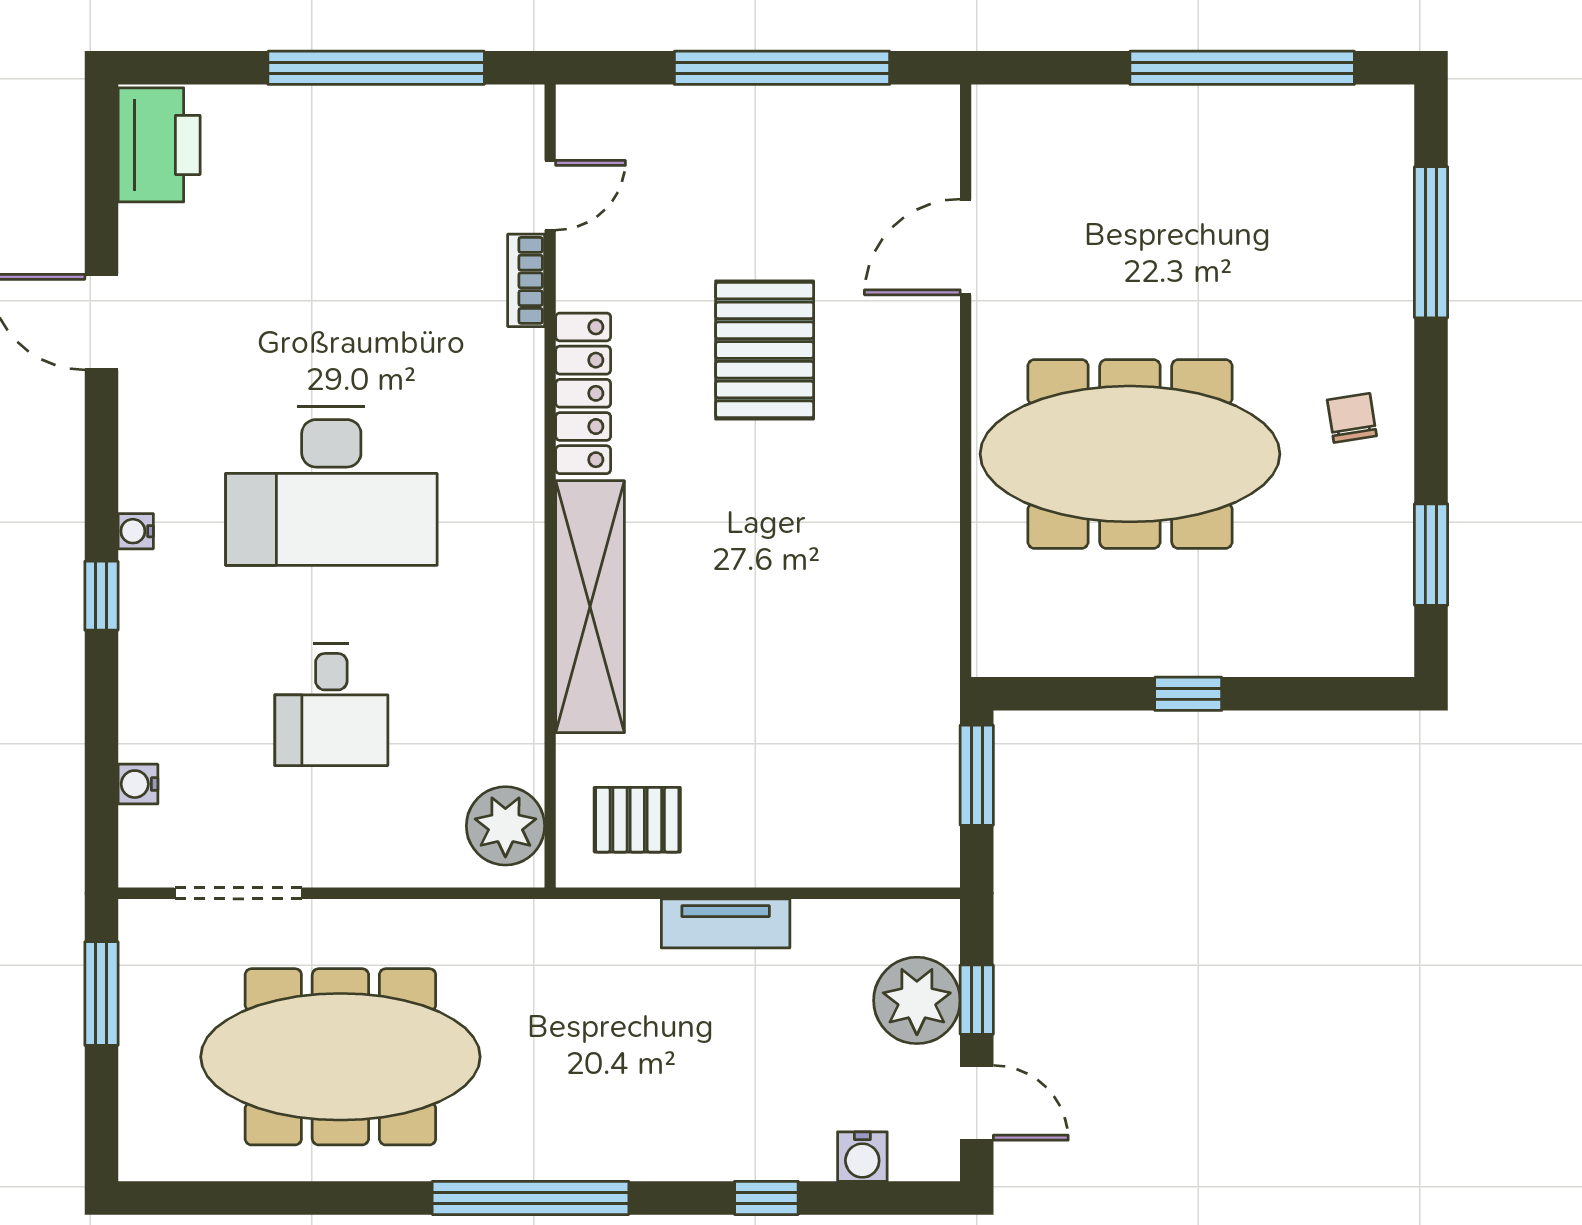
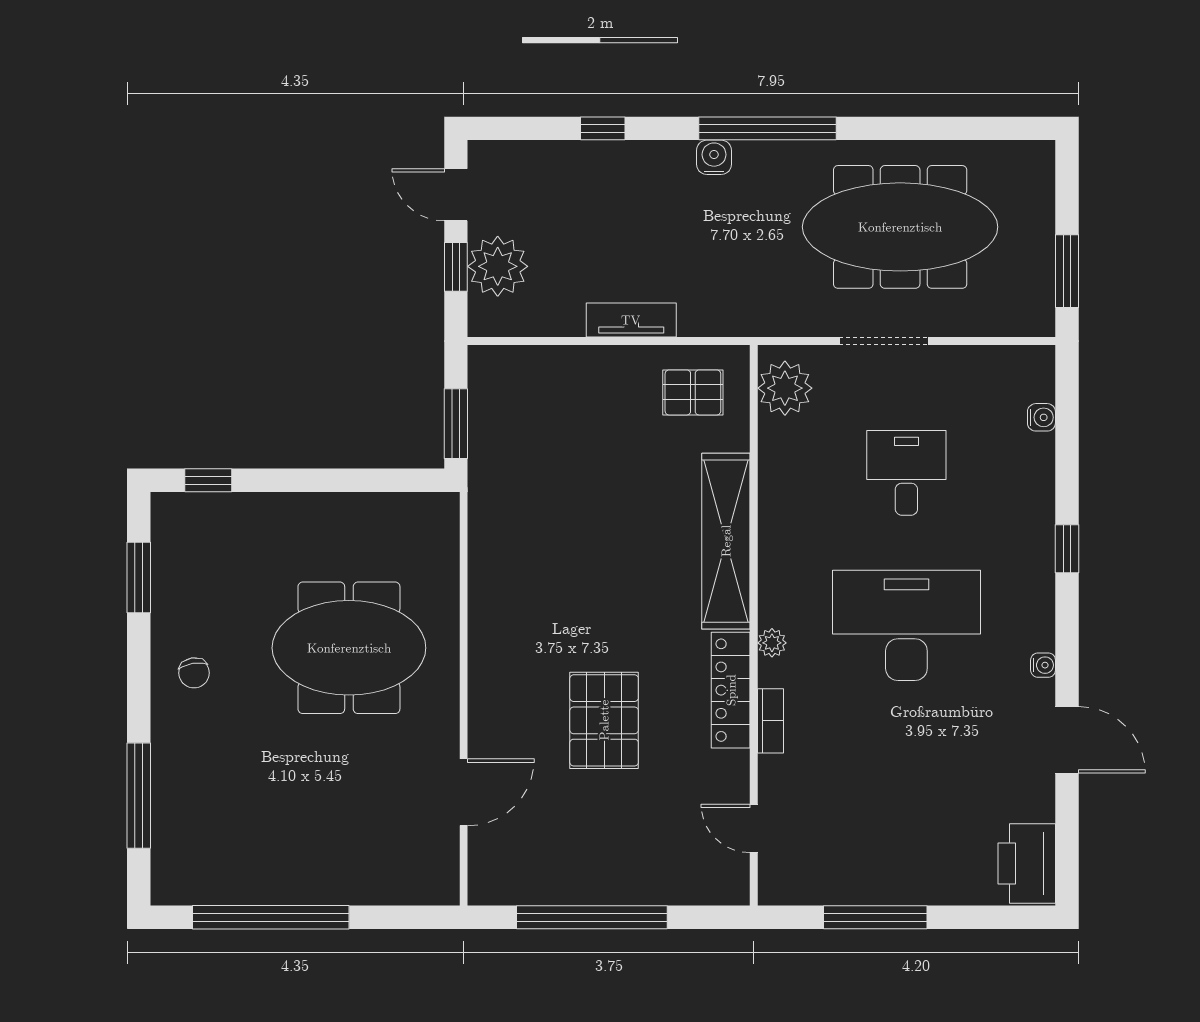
window: (376, 68) -> (875, 917), width x0.68
door: (550, 195) -> (754, 828), hinge flipped
bookcase: (526, 280) -> (770, 721), moved
meeting table: (1130, 454) -> (349, 648), width x0.73
plant: (524, 461) -> (772, 643), added
water cooler: (136, 531) -> (1043, 665), moved
window: (1188, 694) -> (208, 480), moved
doorway: (238, 893) -> (884, 341), moved
water cooler: (862, 1157) -> (714, 157), moved

